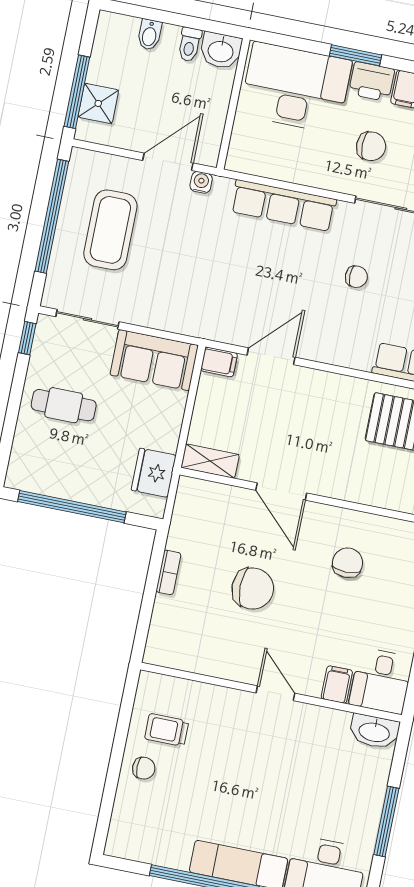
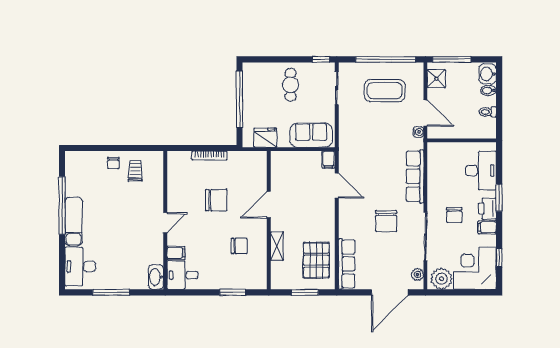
washbasin: (221, 51) -> (488, 74), moved
desk: (296, 88) -> (481, 171), width x0.73, depth x0.77
shower: (98, 103) -> (436, 79), moved
chair: (356, 277) -> (386, 221), width x1.87, depth x1.87
sofa: (154, 360) -> (311, 135), moved, turned 90
shelving: (210, 461) -> (277, 246), moved
bookcase: (168, 572) -> (210, 155), width x1.56
chair: (253, 589) -> (216, 200), turned -90

